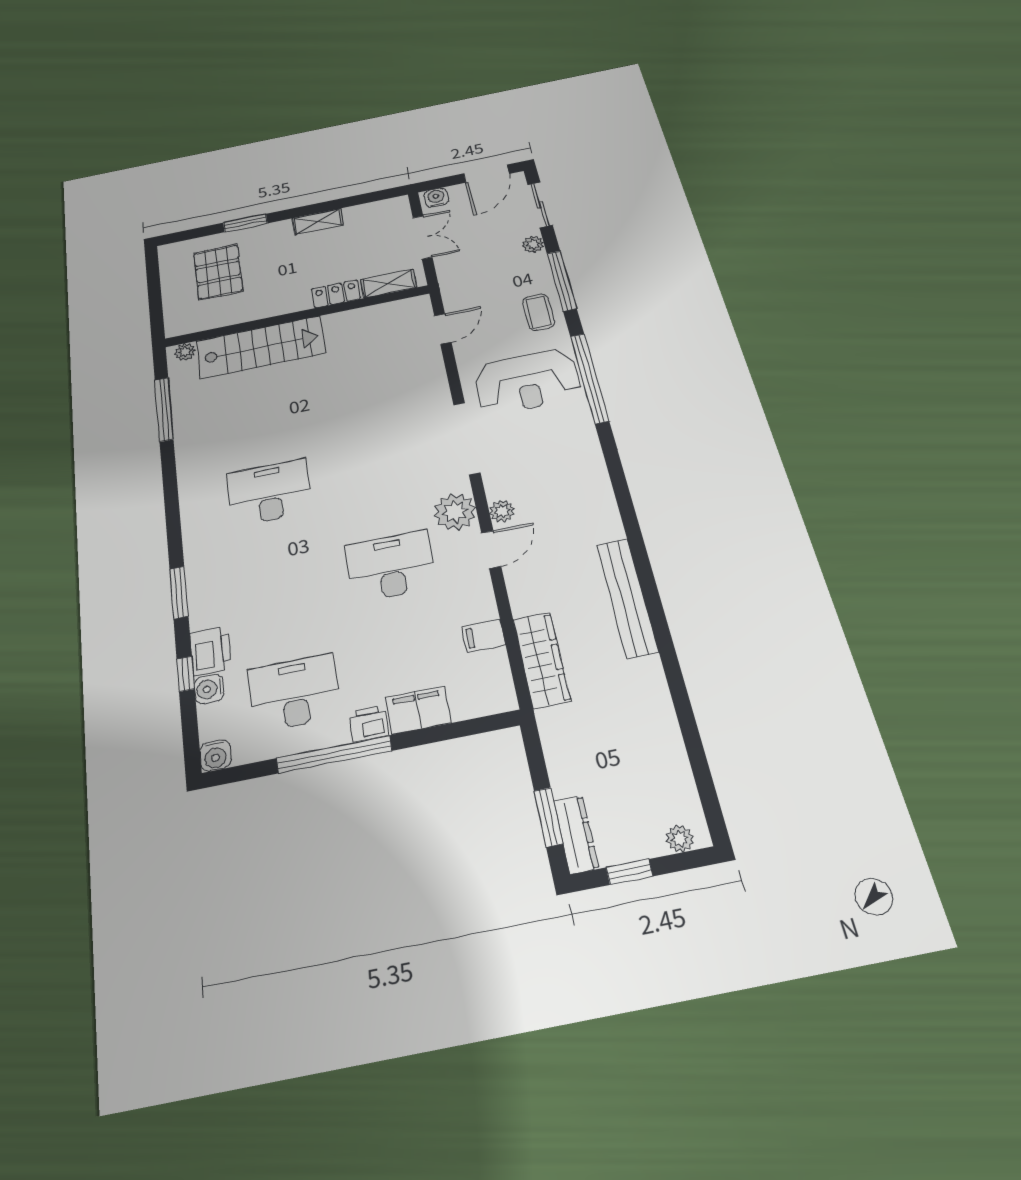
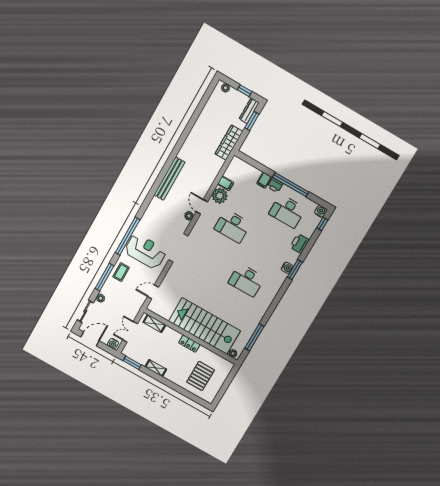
window: (245, 223) -> (132, 363), moved
locker: (336, 294) -> (189, 344), moved
stairs: (261, 347) -> (204, 326), width x1.36, depth x1.51
plant: (455, 512) -> (220, 196), moved
door: (491, 550) -> (202, 207), hinge flipped
bench: (627, 598) -> (169, 179), moved
wardrobe: (542, 660) -> (229, 143), moved
window: (186, 674) -> (322, 224), moved
water cooler: (209, 689) -> (287, 268), moved
filing cabinet: (418, 710) -> (264, 180), width x0.50

